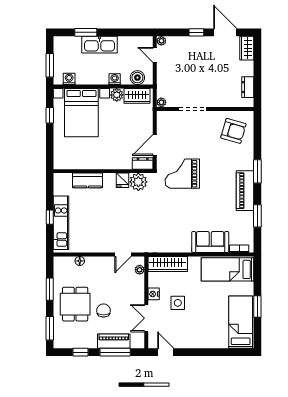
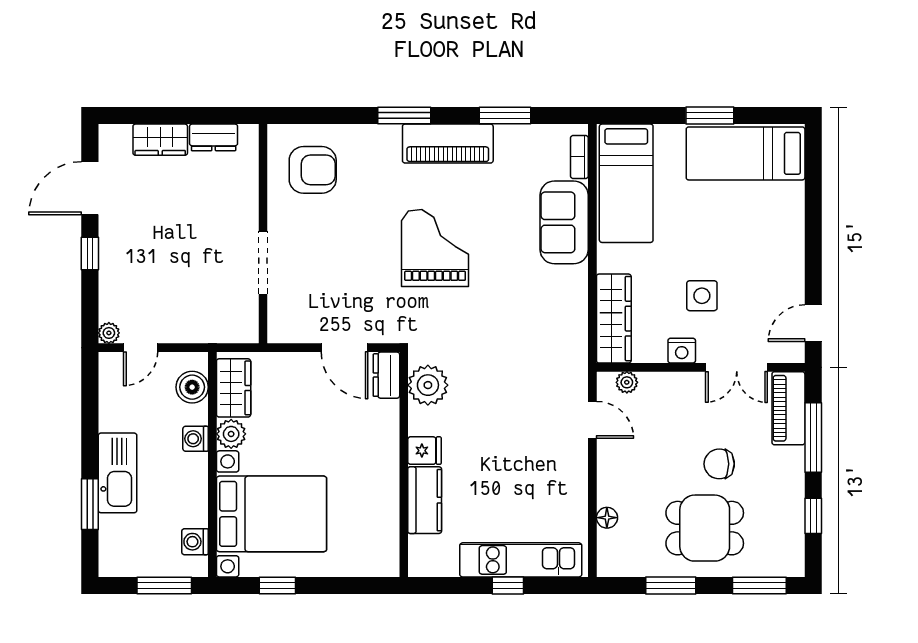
wardrobe: (247, 48) -> (160, 140), moved
plant: (161, 102) -> (248, 333), removed
armchair: (233, 131) -> (313, 170), turned 74
grand piano: (182, 174) -> (435, 248), moved, turned 180
fridge: (122, 180) -> (424, 451), moved
piano: (114, 341) -> (788, 408), moved

